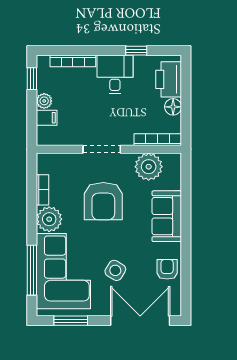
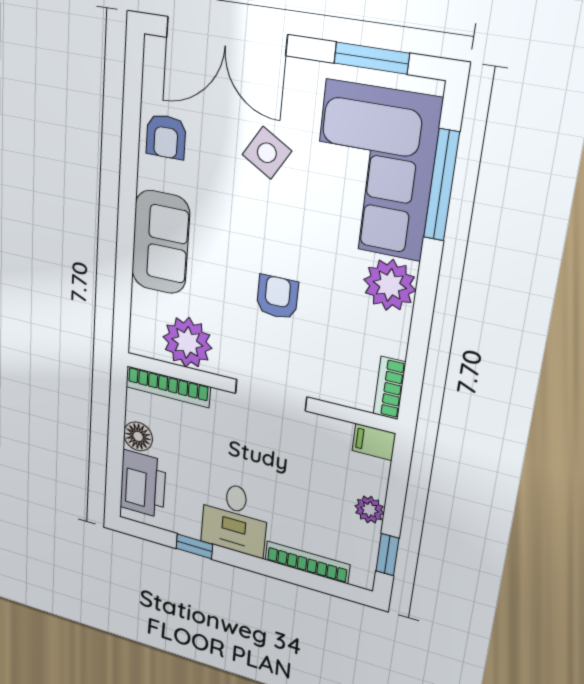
filing cabinet: (47, 118) -> (374, 442), moved
bookcase: (43, 190) -> (389, 388), moved
armchair: (103, 201) -> (277, 297), width x0.53, depth x0.53

